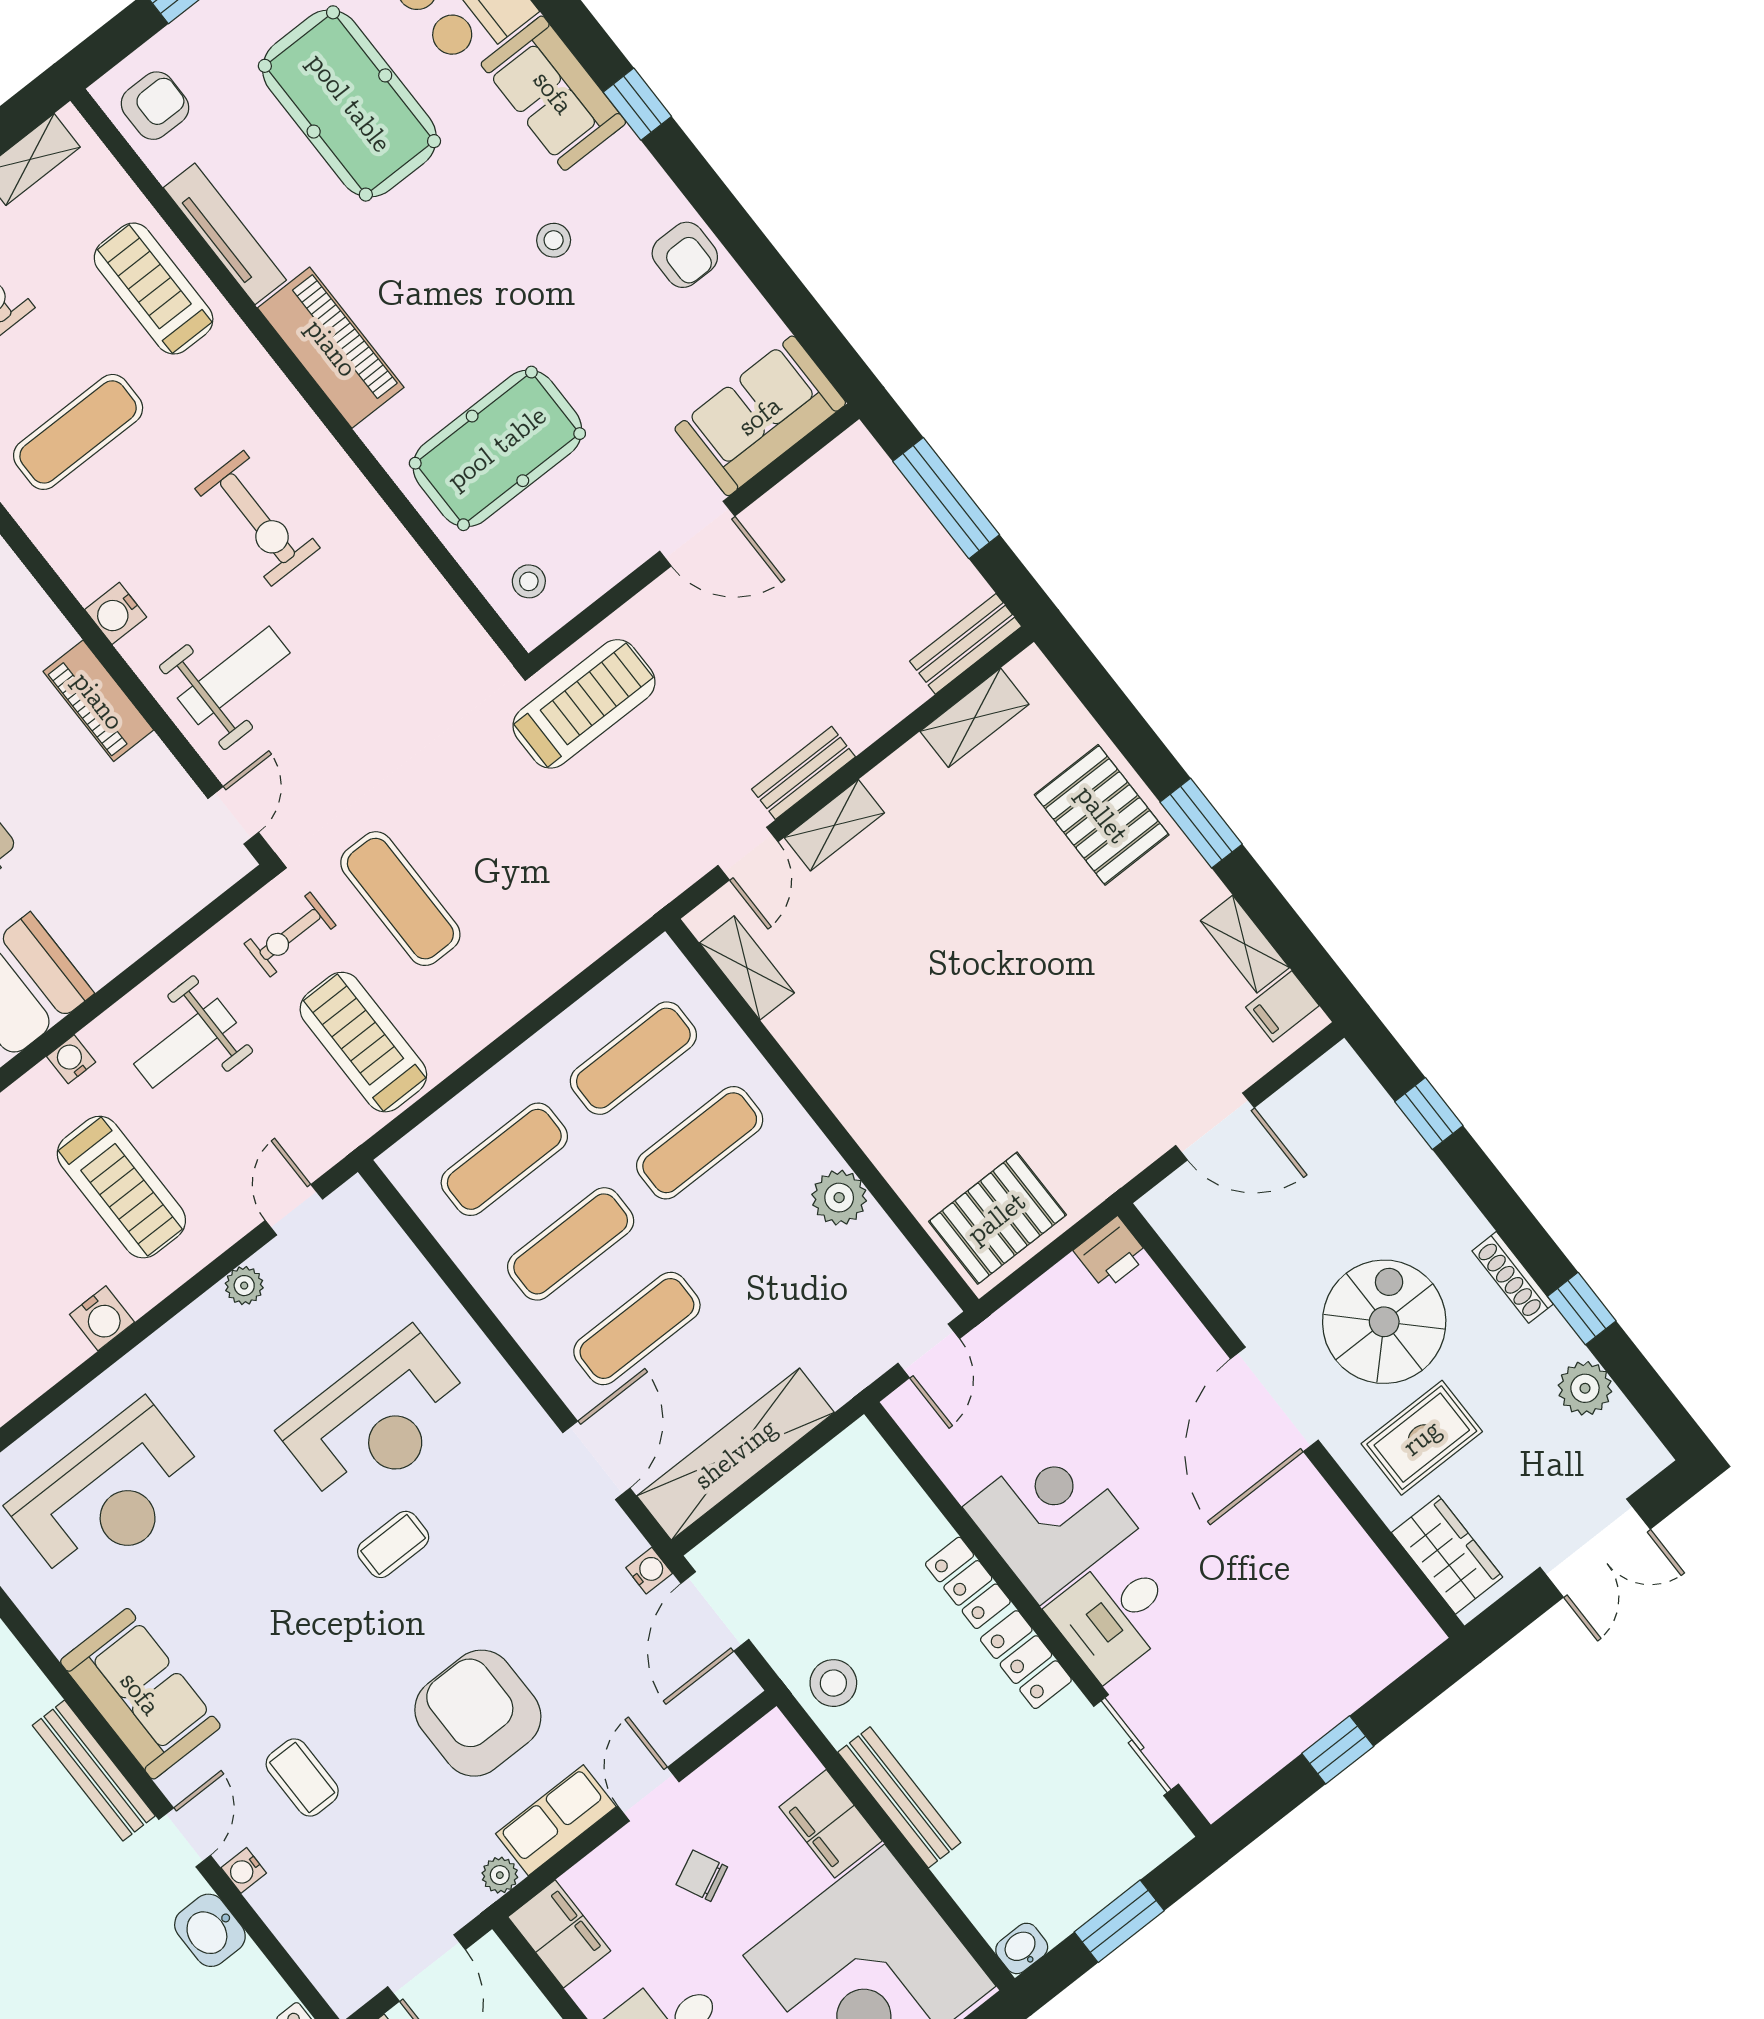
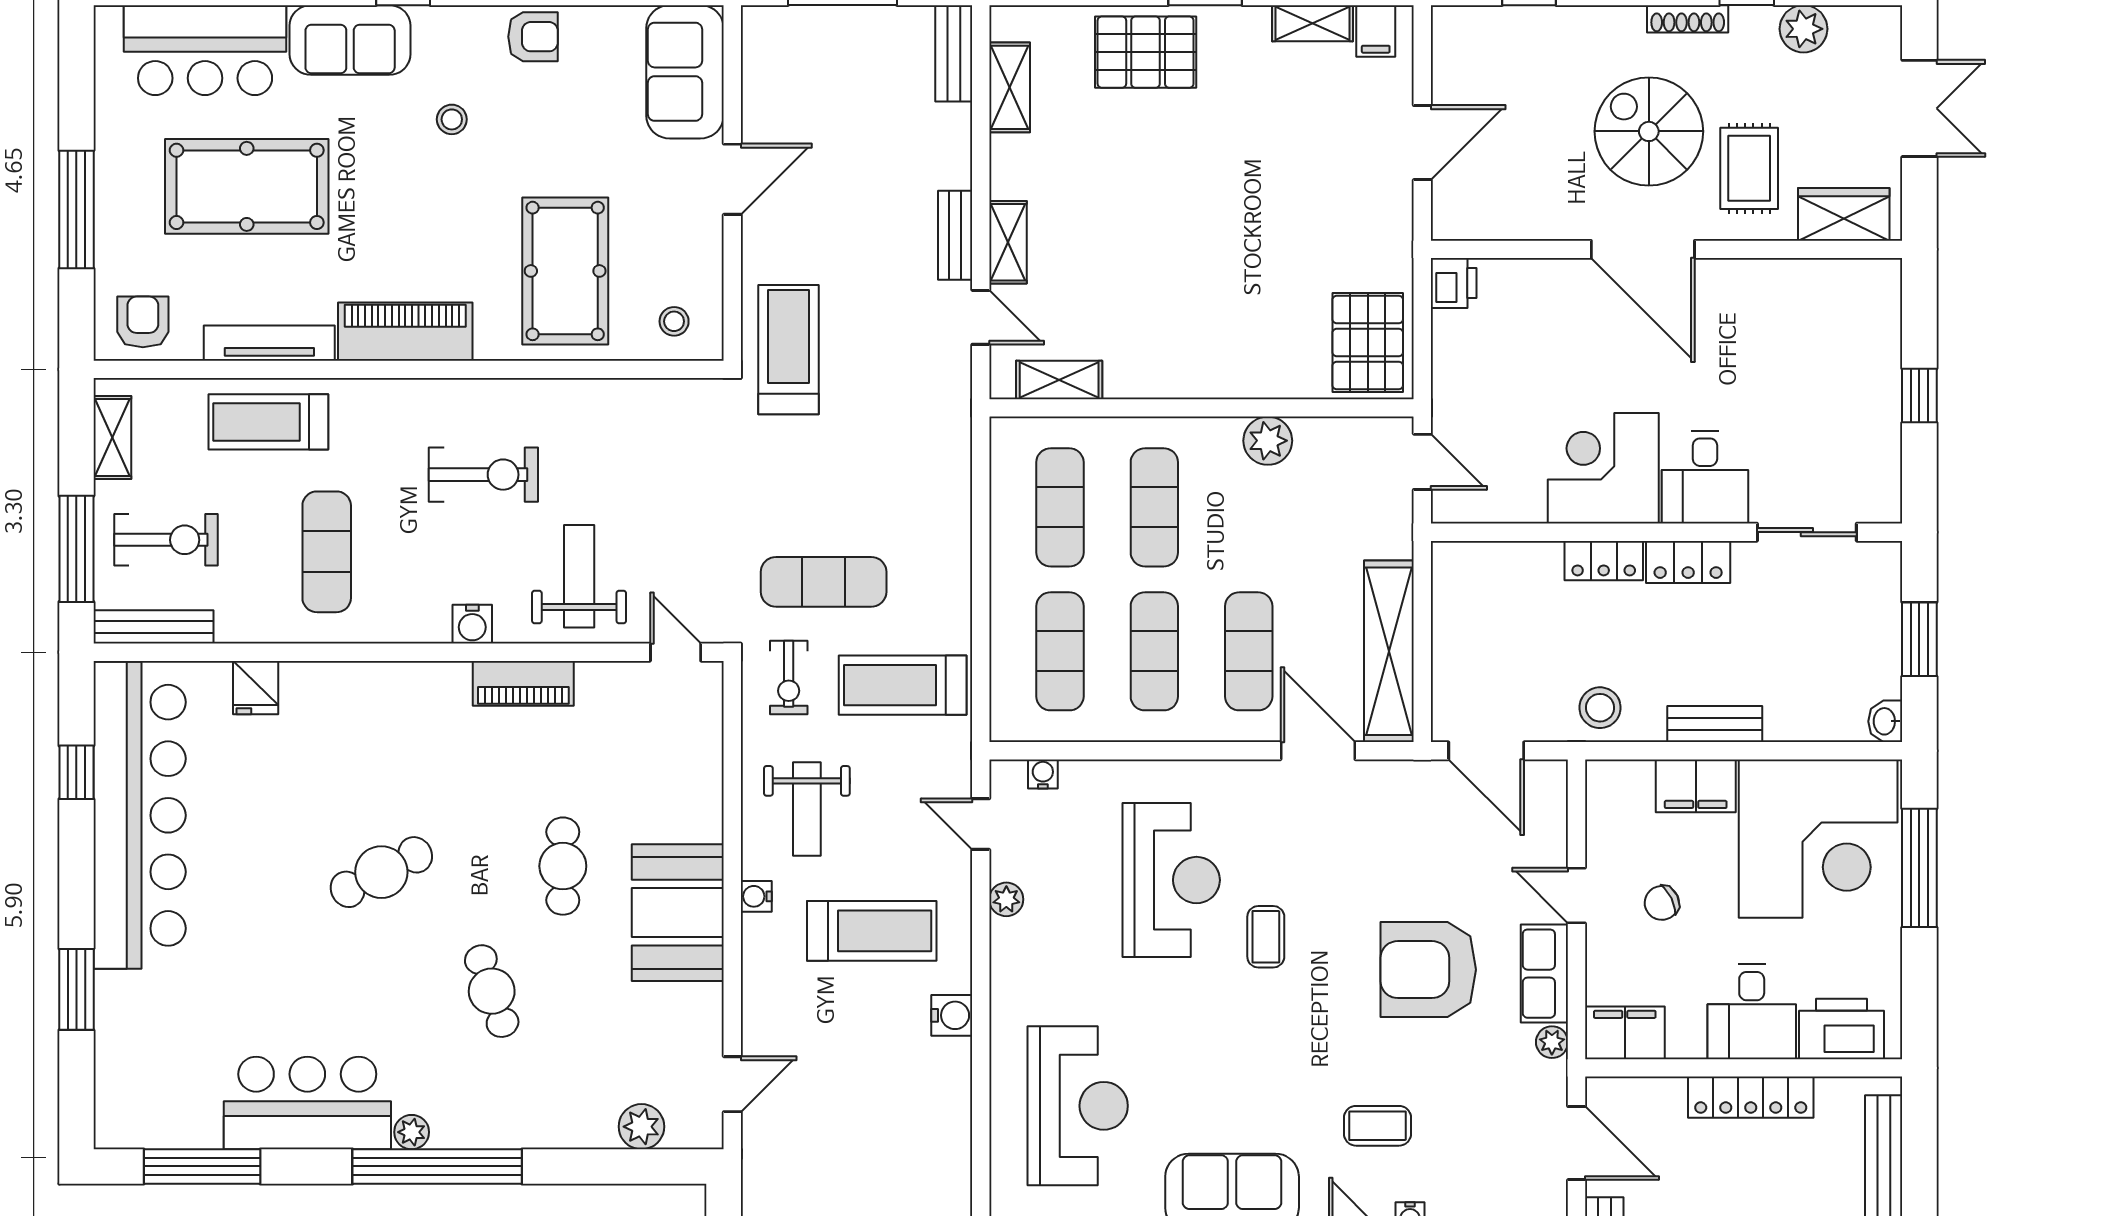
water cooler: (649, 1571) -> (1043, 774), moved
bench: (899, 1797) -> (1715, 724), width x0.73

